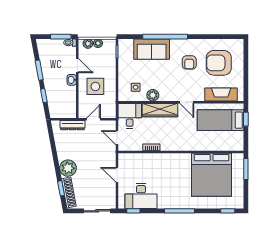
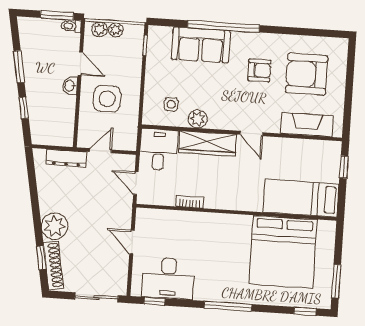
armchair: (189, 62) -> (259, 70), turned -90
bed: (220, 120) -> (301, 198), moved
window: (246, 169) -> (336, 281), moved

